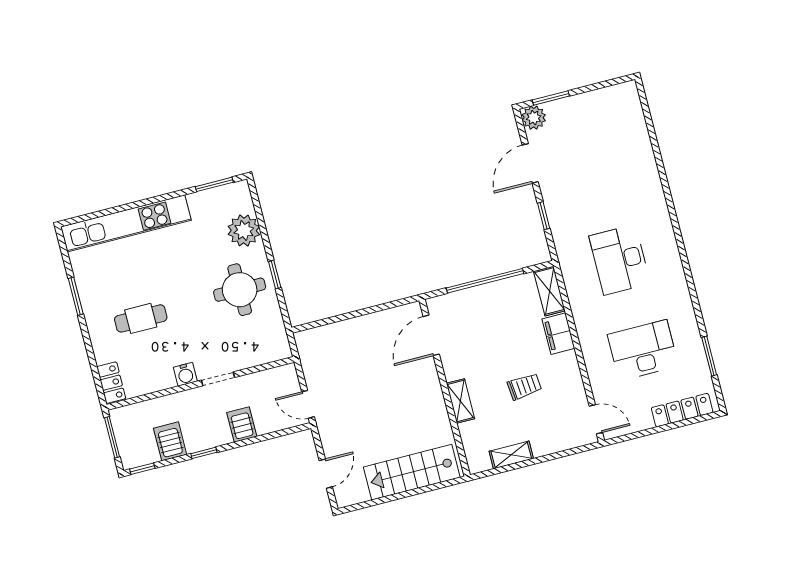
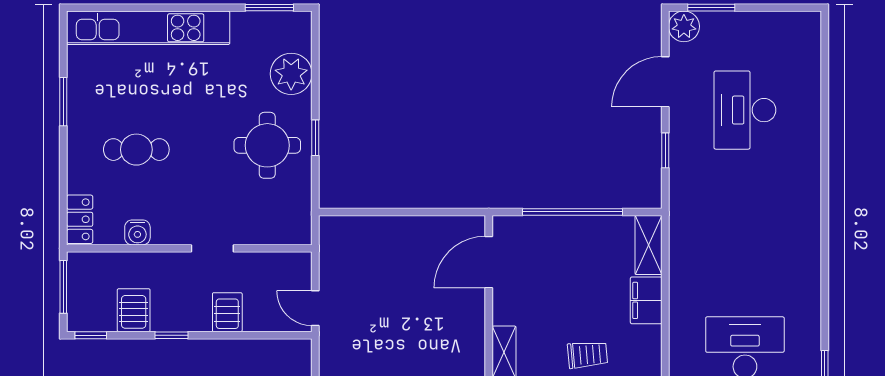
desk: (620, 260) -> (745, 110), moved
water cooler: (185, 374) -> (137, 232), moved

